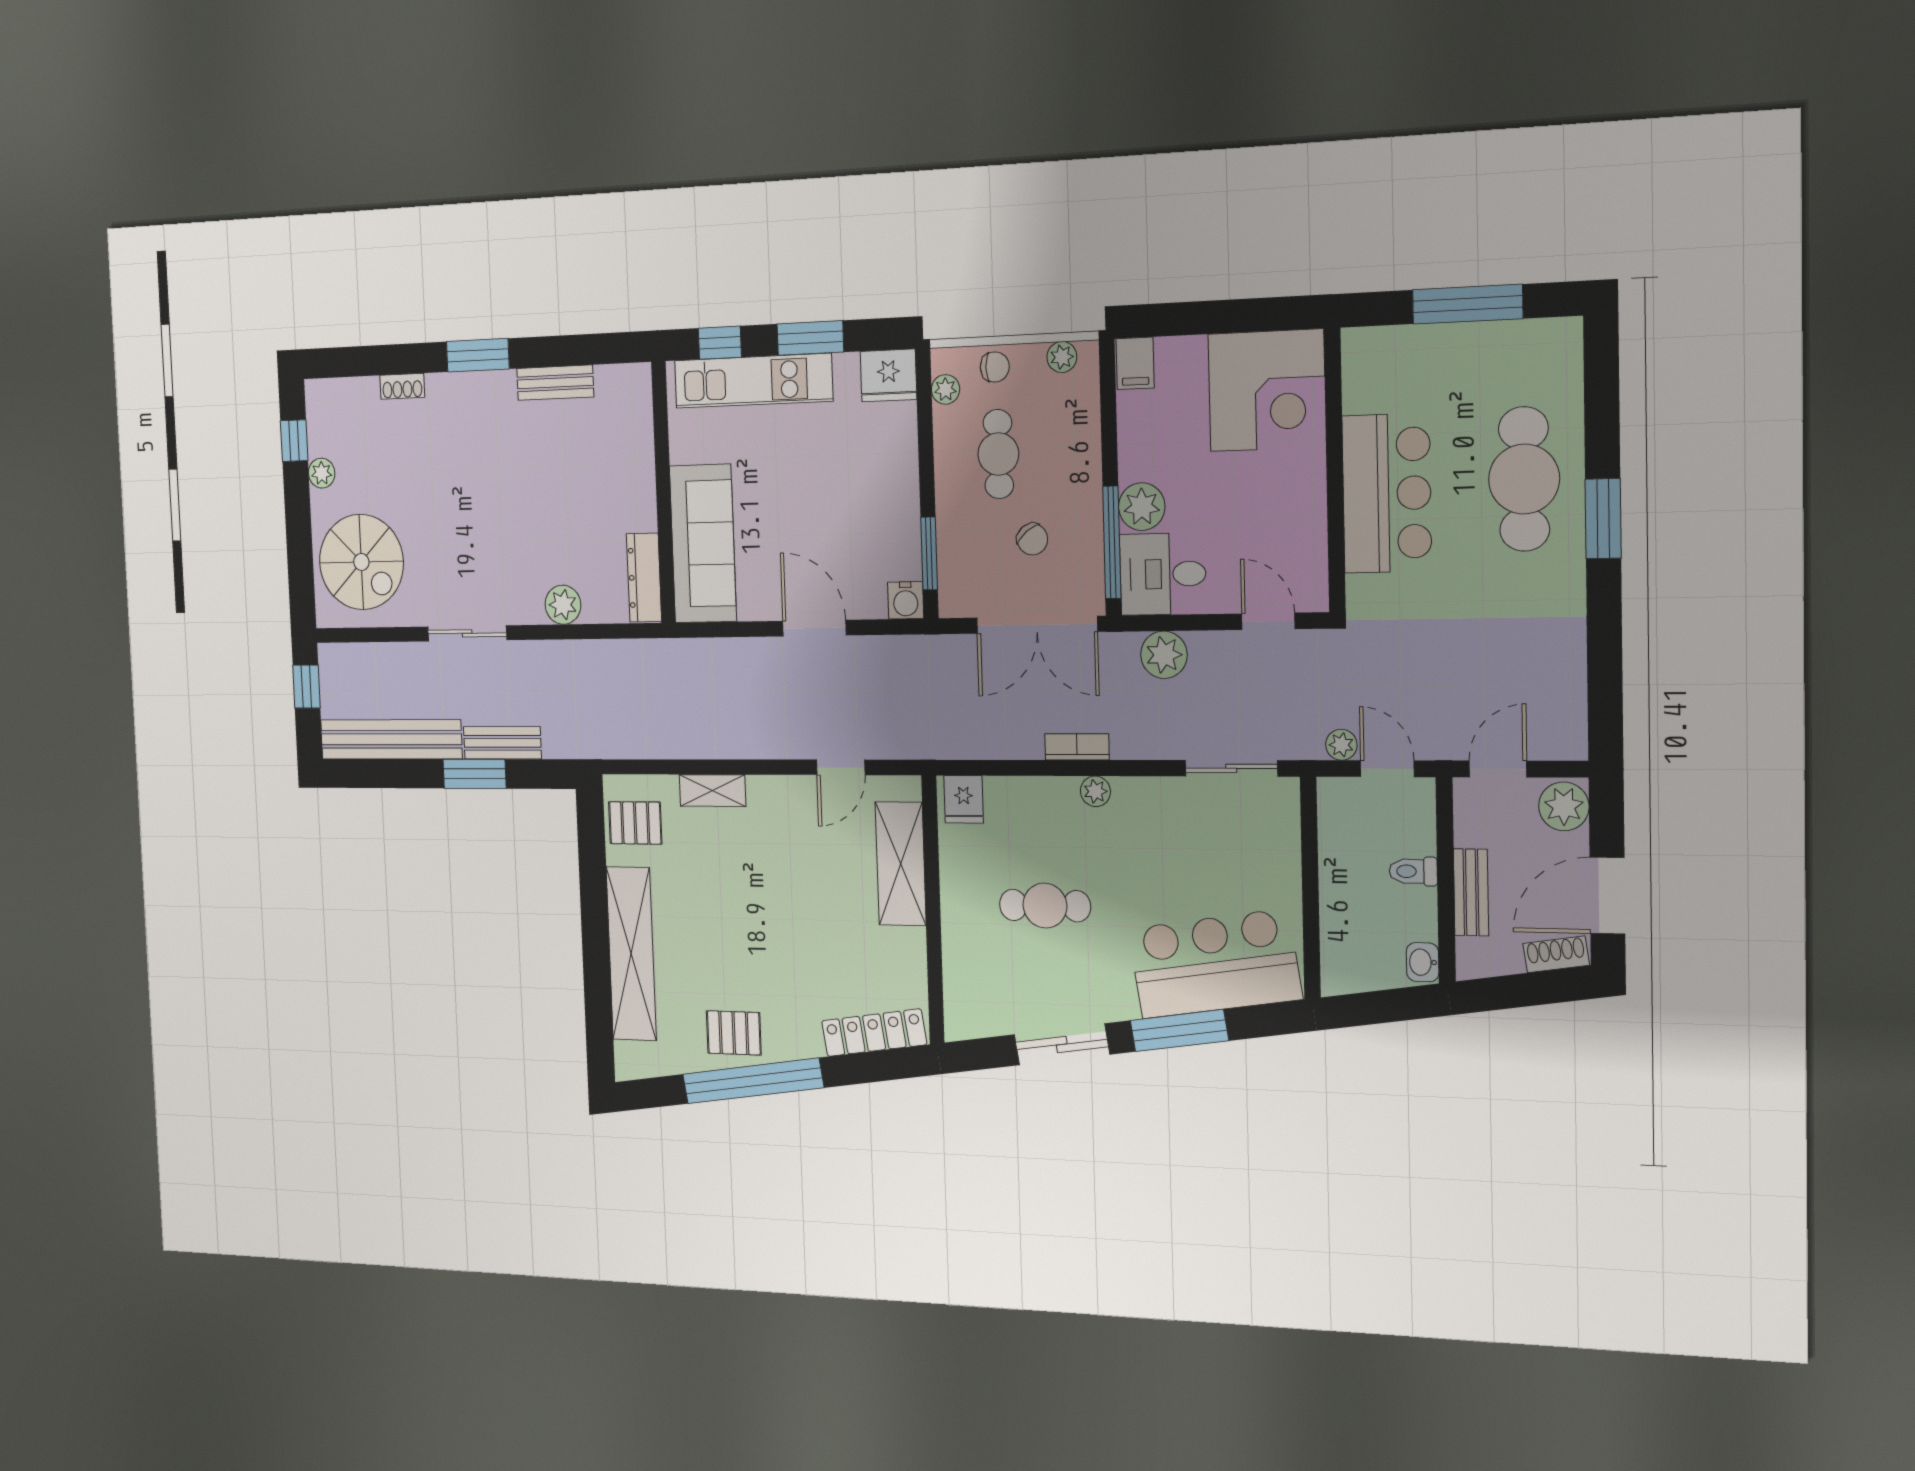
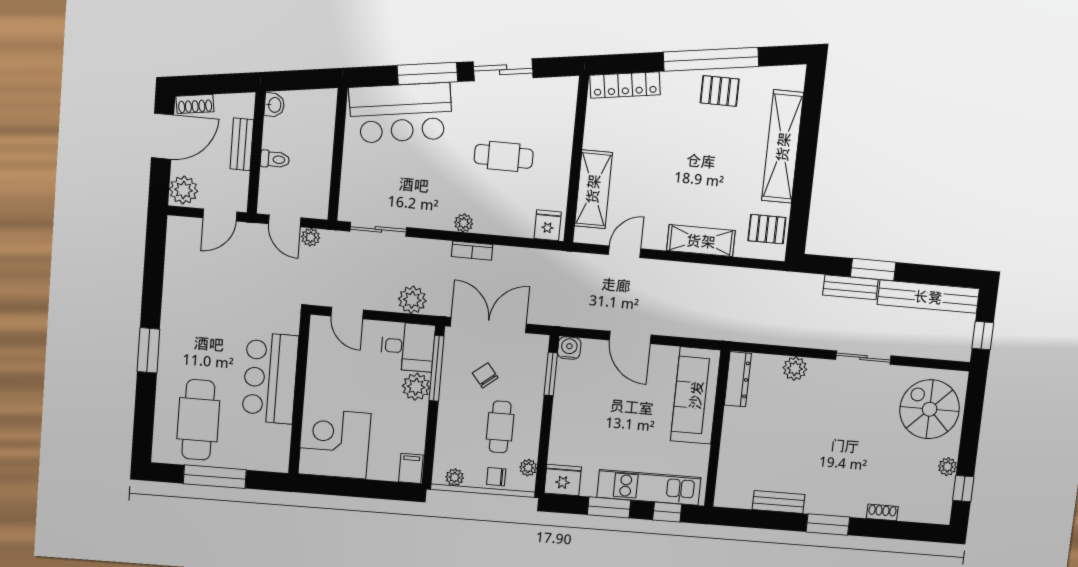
cafe table: (1524, 479) -> (198, 420), moved
shelving: (712, 791) -> (701, 241), width x1.50, depth x1.33

